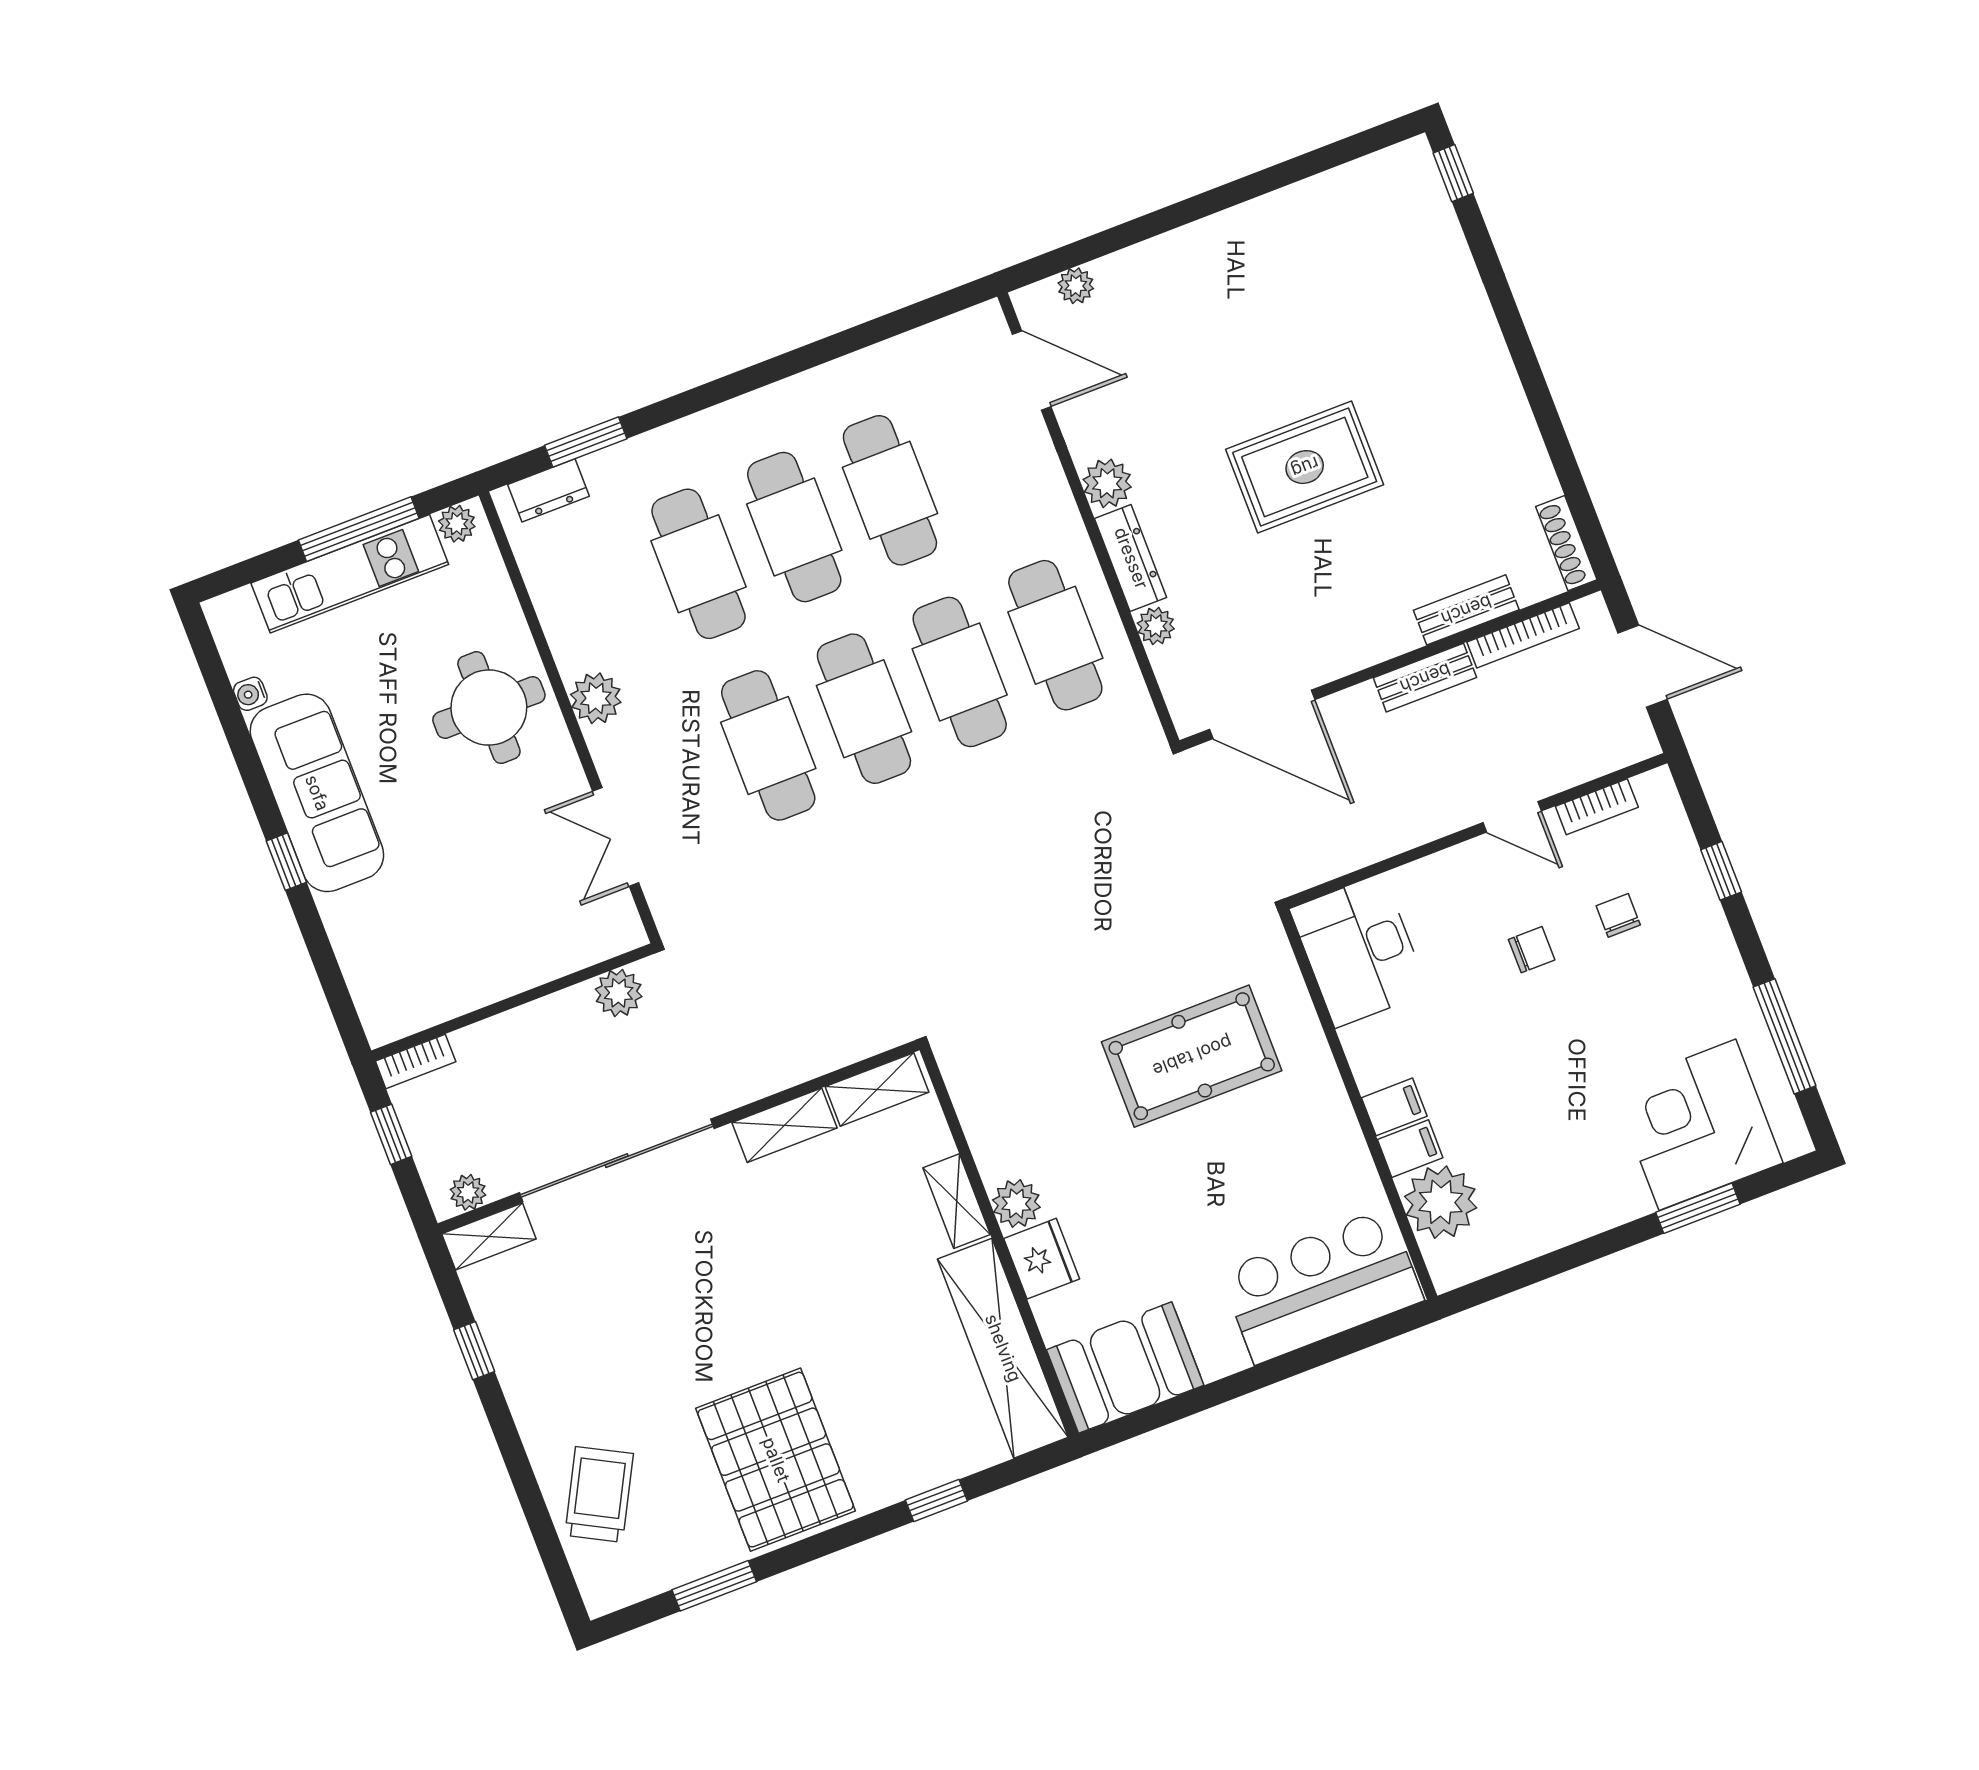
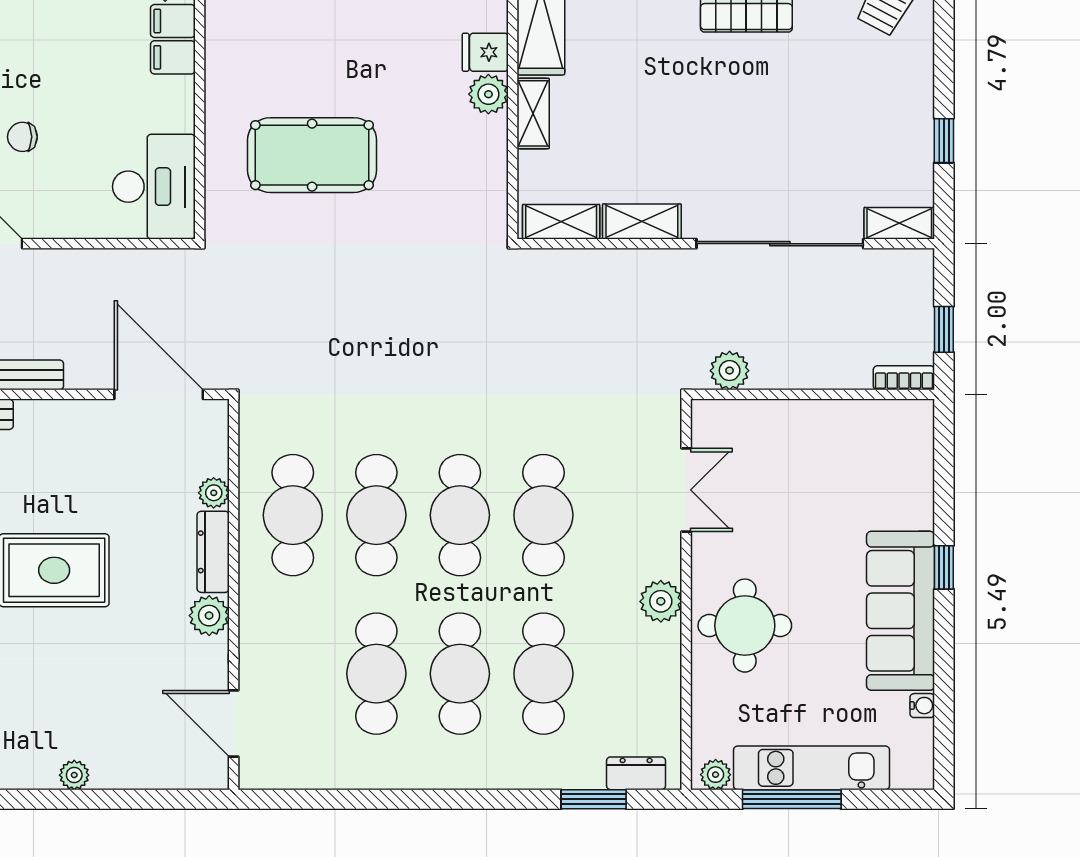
plant: (1076, 286) -> (74, 775), moved
plant: (468, 1192) -> (902, 263), removed
fridge: (1042, 1259) -> (485, 52), width x0.72

